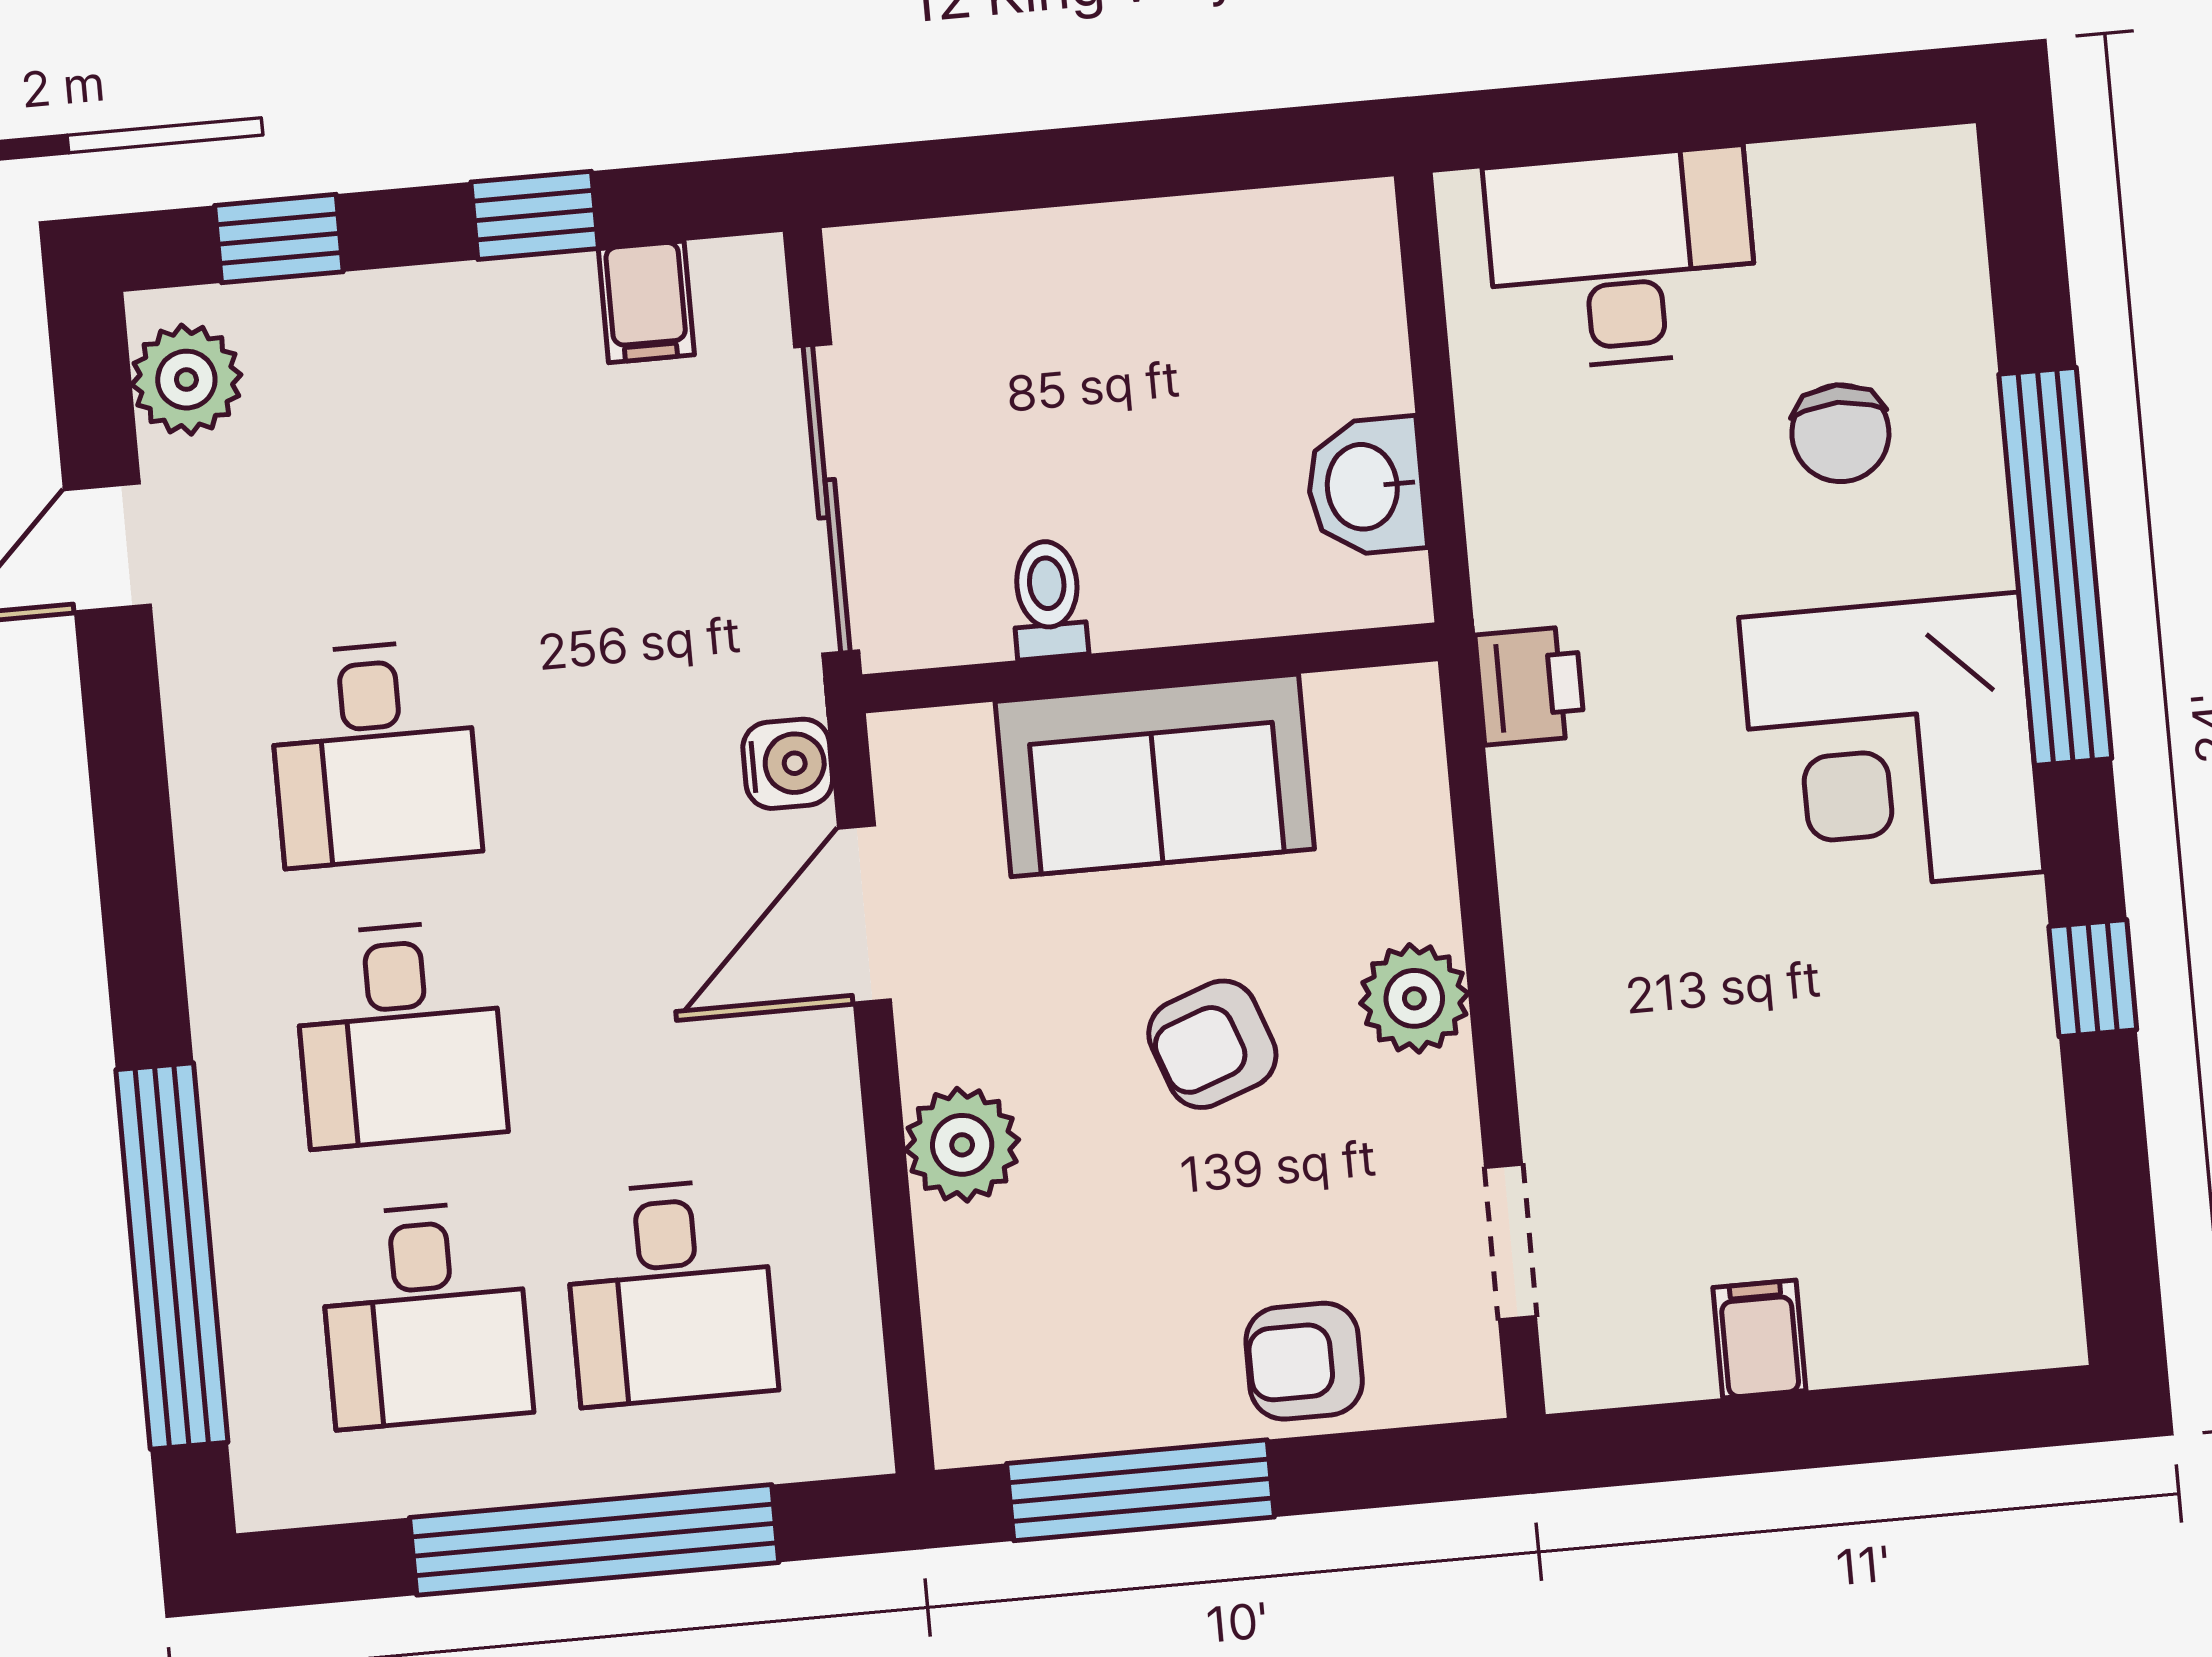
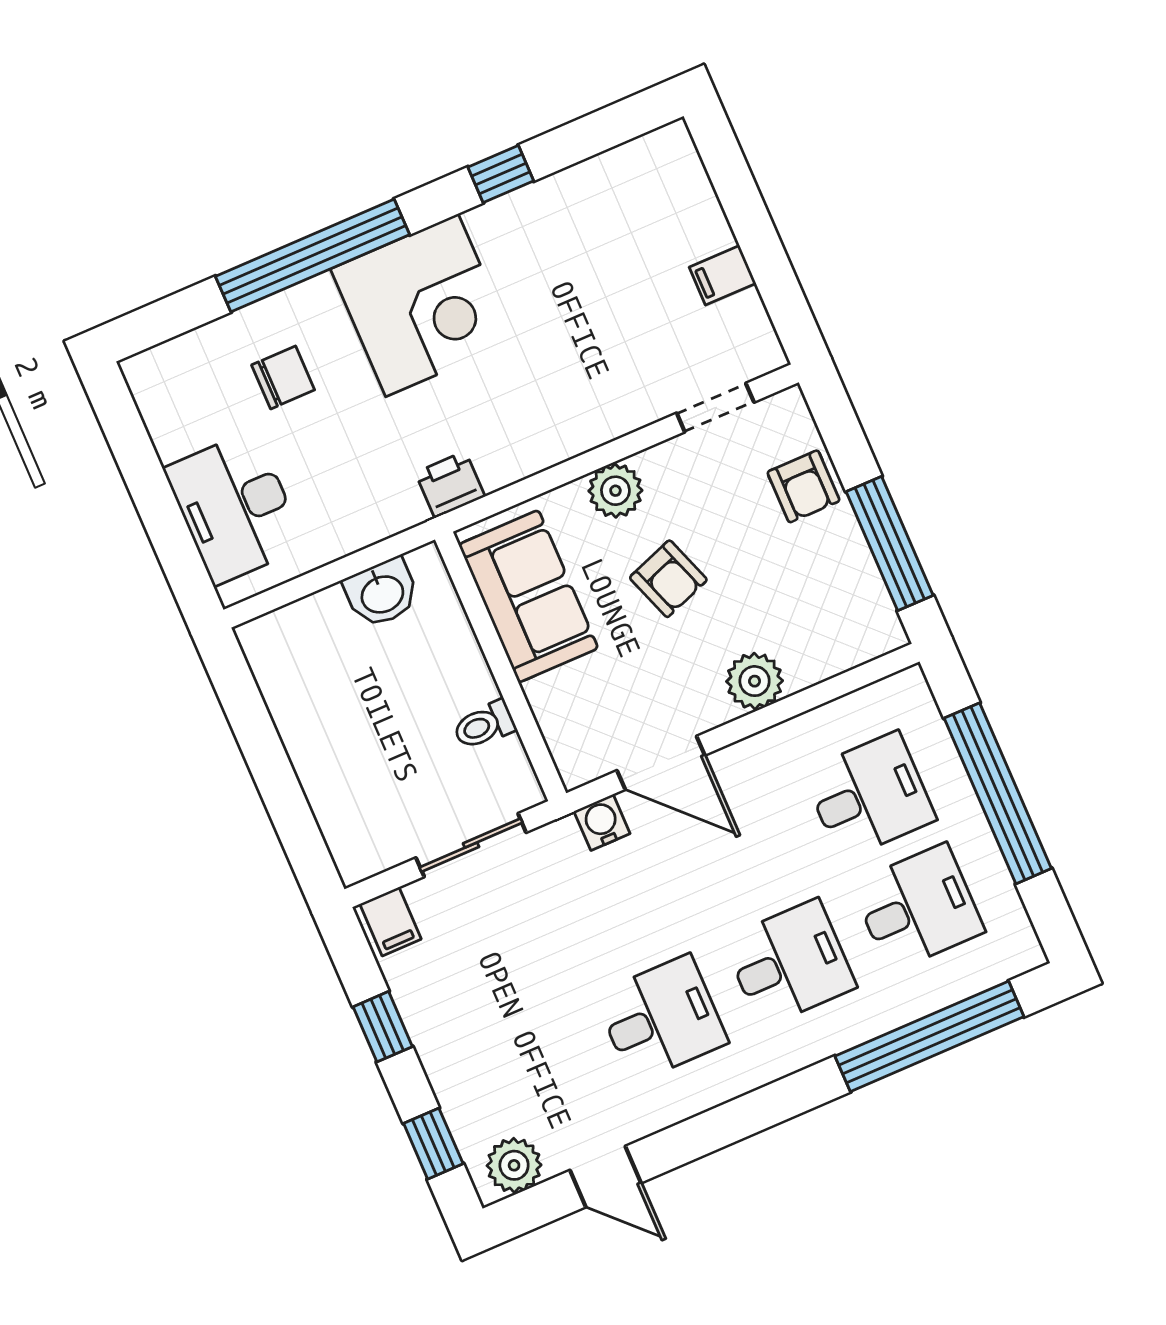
filing cabinet: (646, 302) -> (390, 921), moved, turned 90
sliding door: (827, 499) -> (471, 845), width x0.73
sofa: (1155, 775) -> (528, 596), moved

